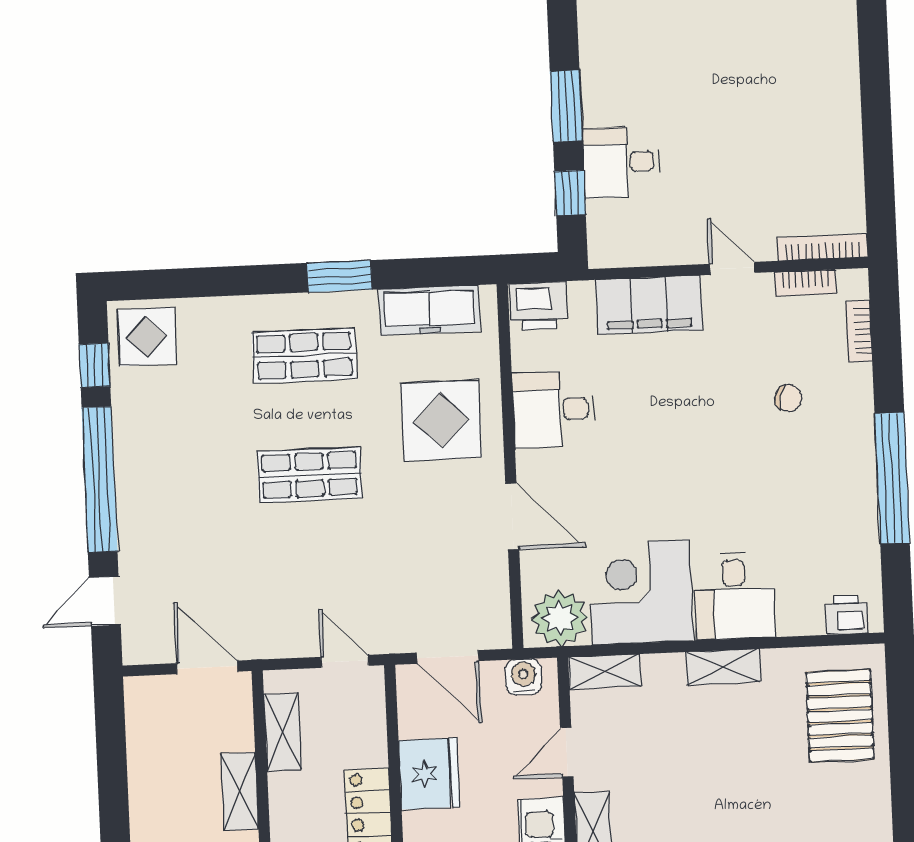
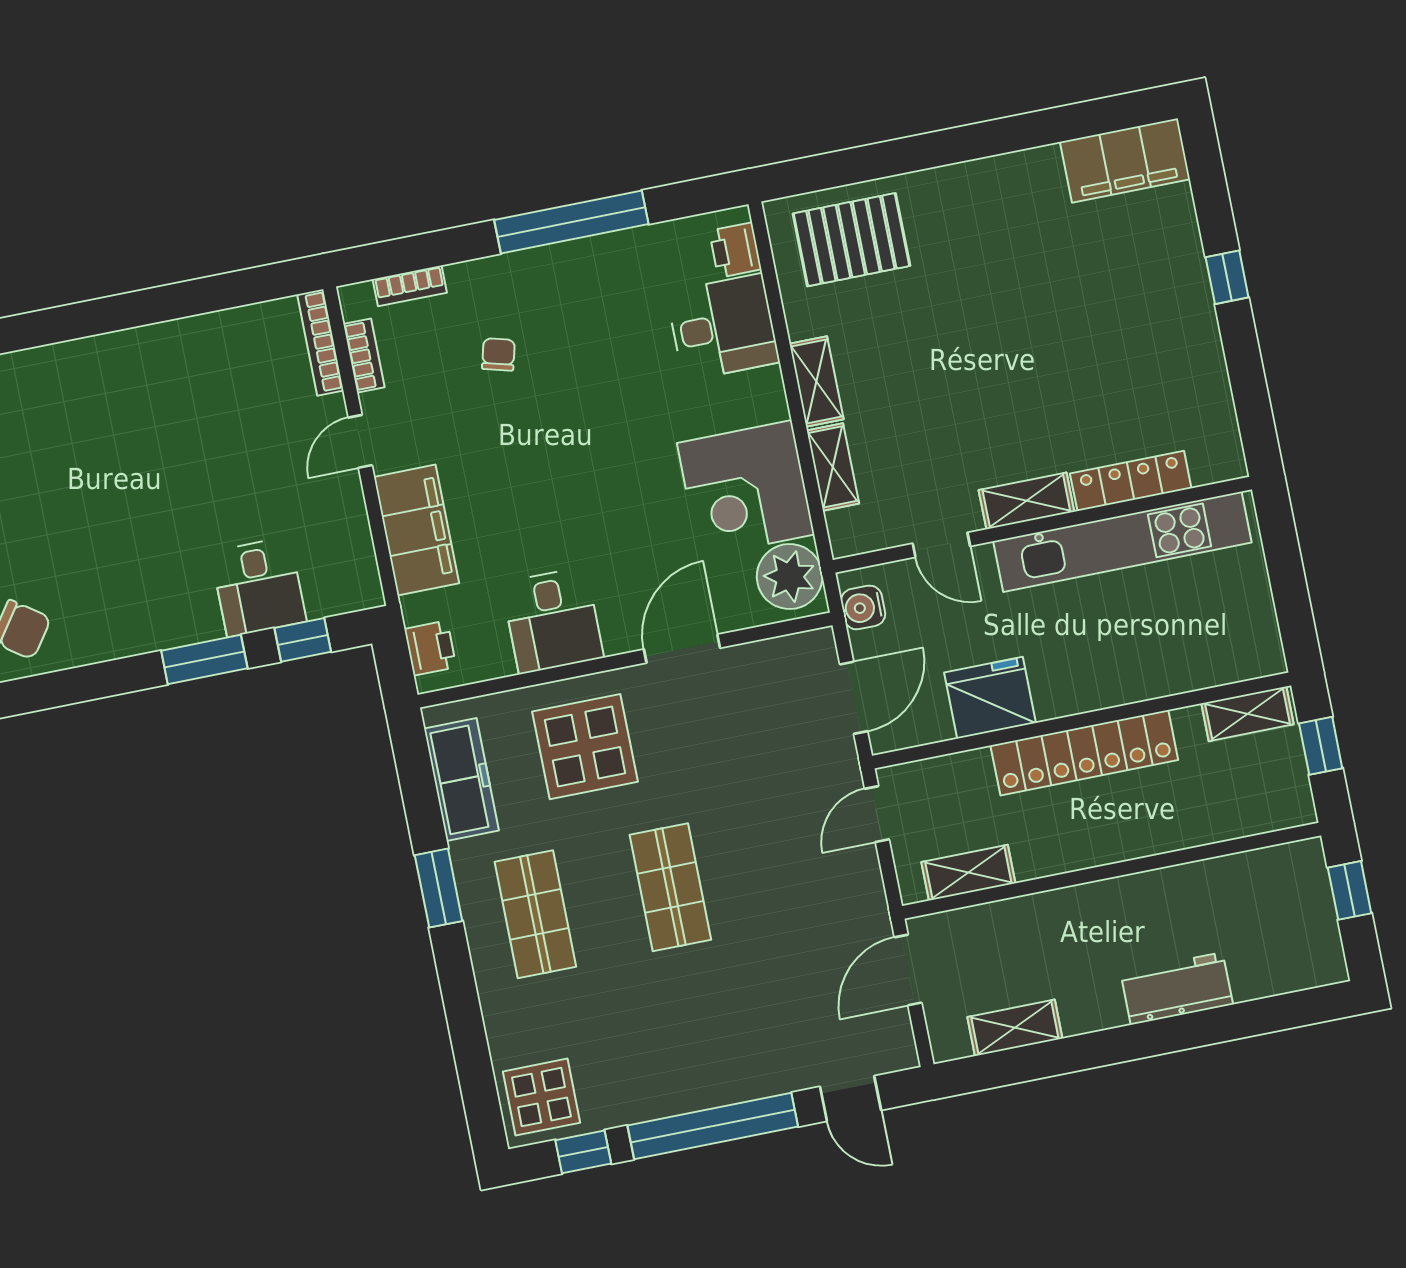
printer: (539, 306) -> (430, 648), width x0.73, depth x0.81
desk: (734, 596) -> (723, 327), moved
shelving: (604, 672) -> (833, 467), moved
shelving: (240, 791) -> (1015, 1028), moved

